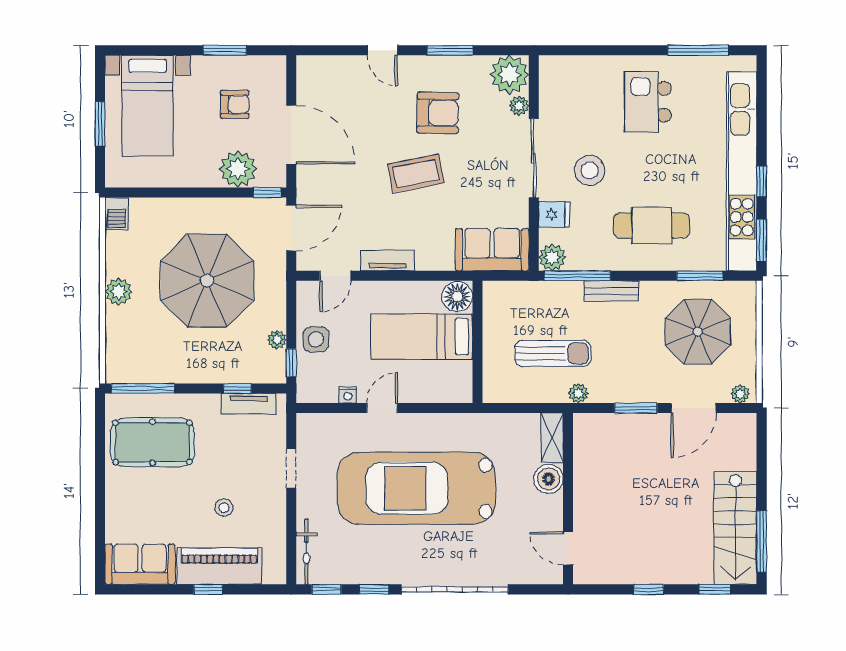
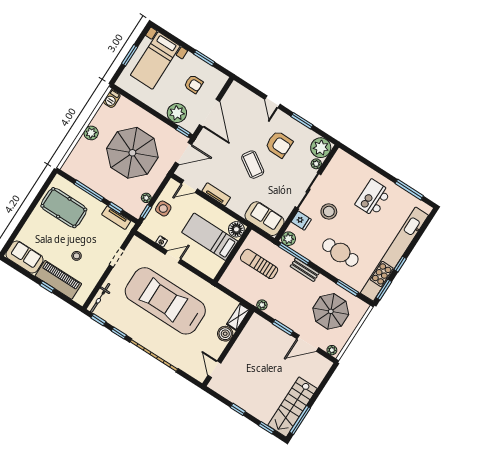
coffee table: (416, 174) -> (253, 165), turned 44
sun lounger: (553, 353) -> (259, 264), moved, turned 180
window: (143, 388) -> (89, 191), moved

